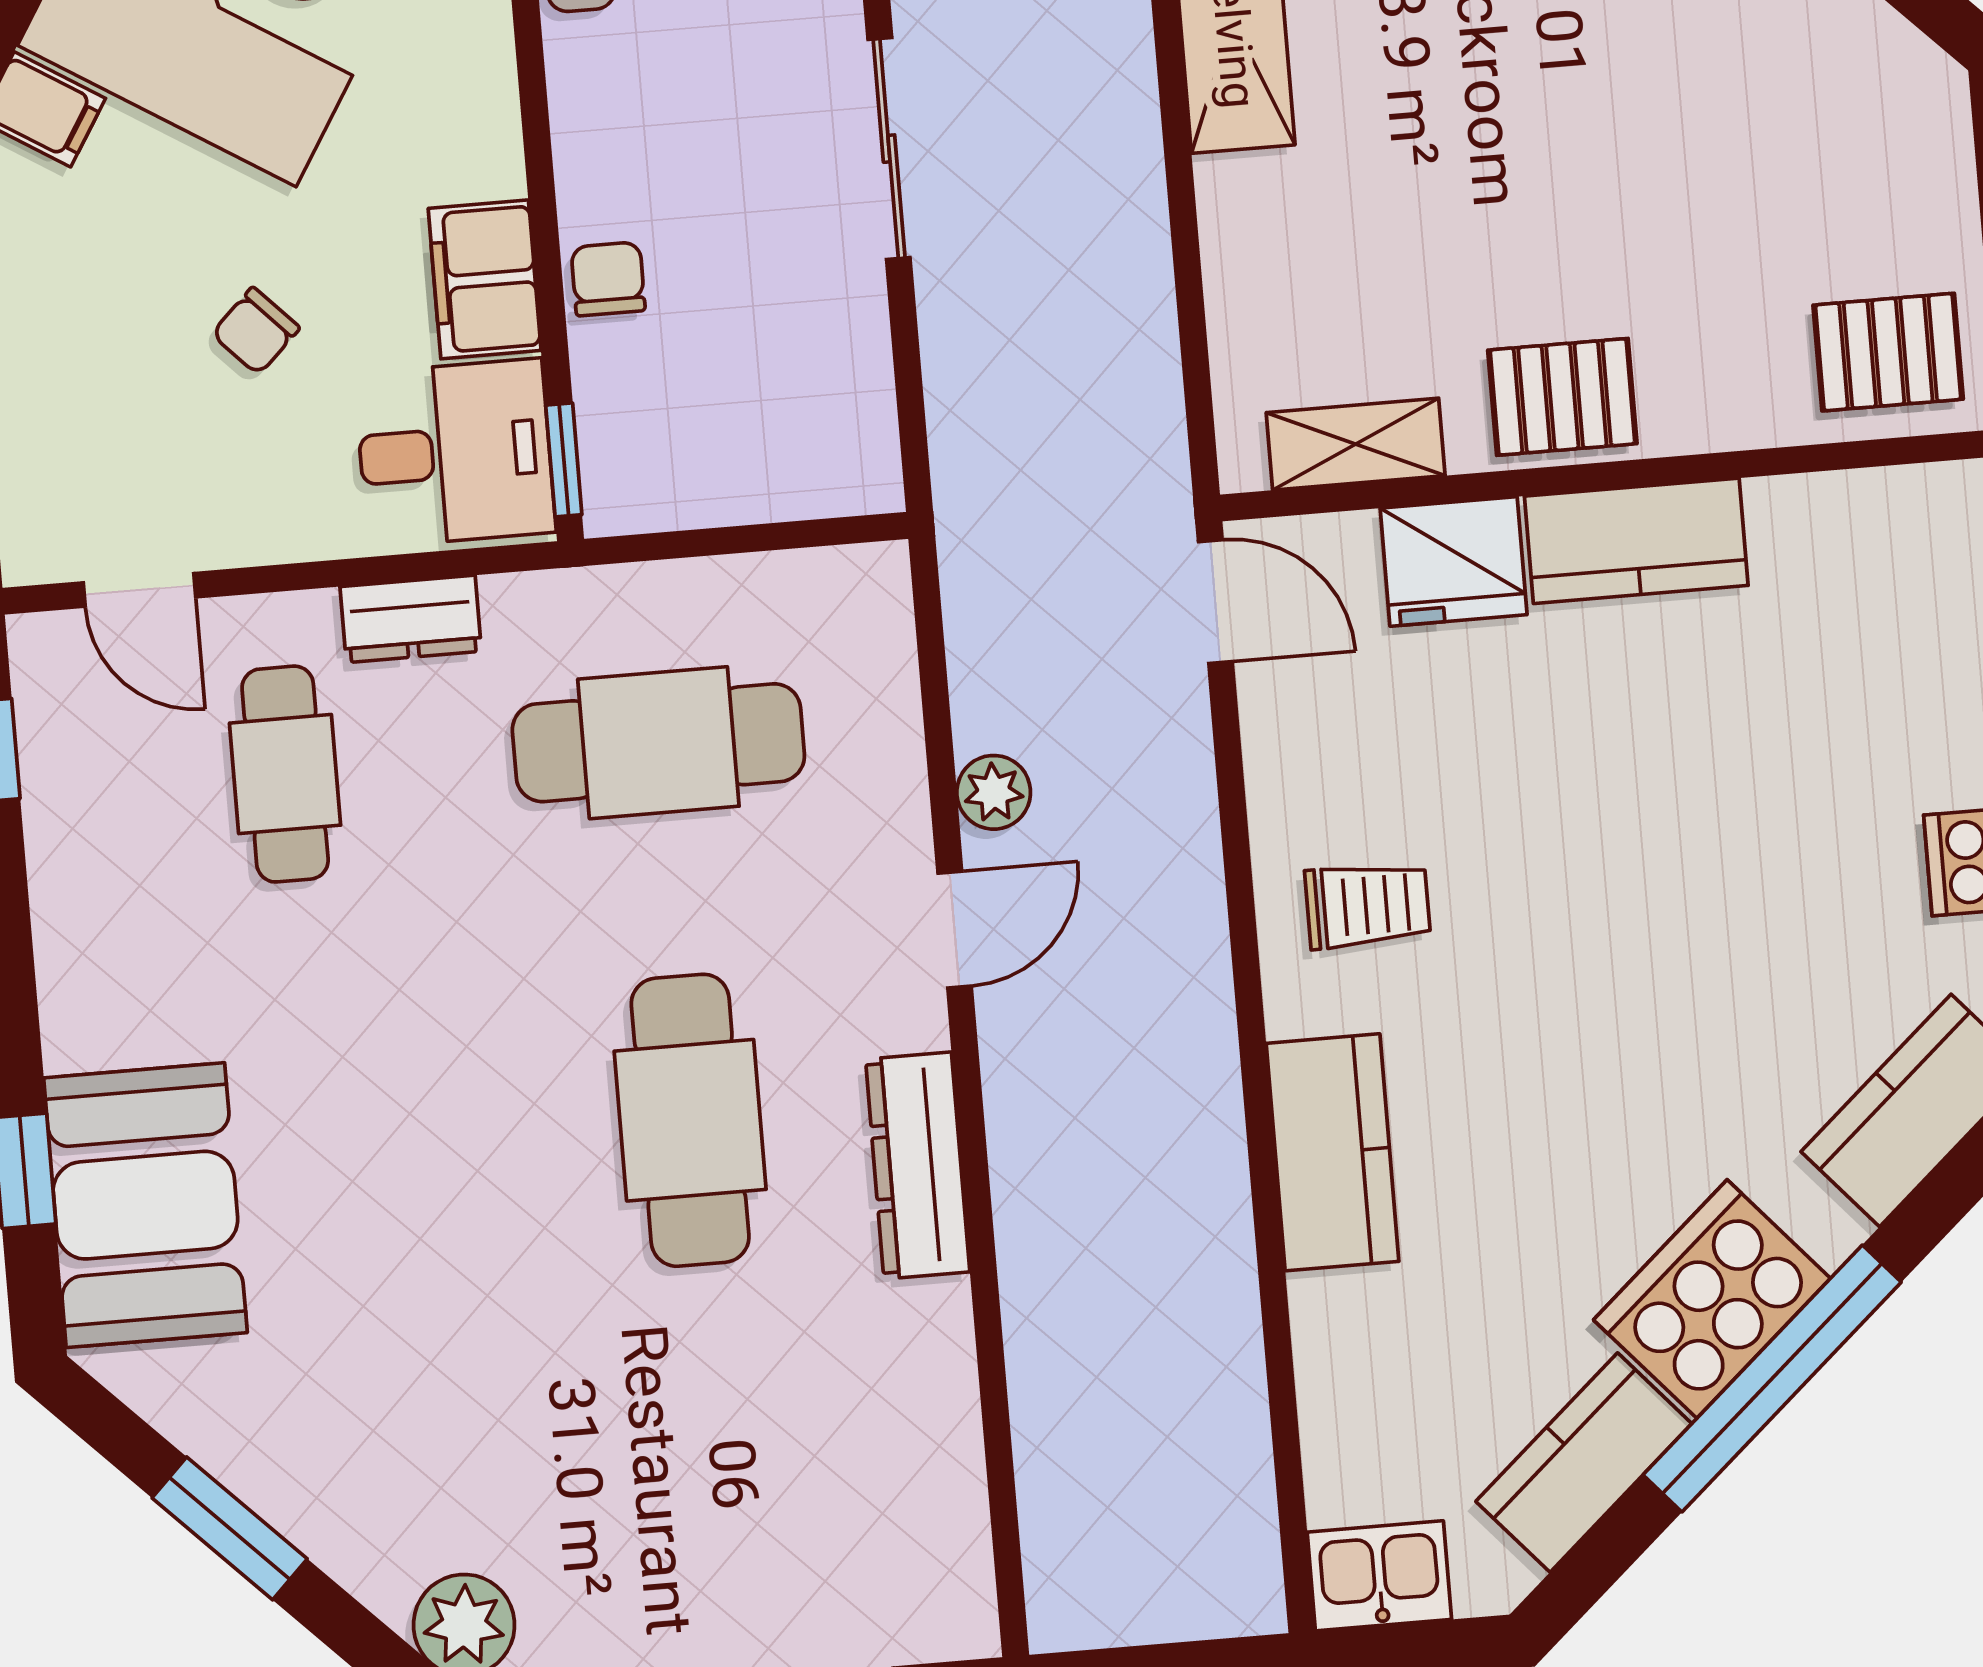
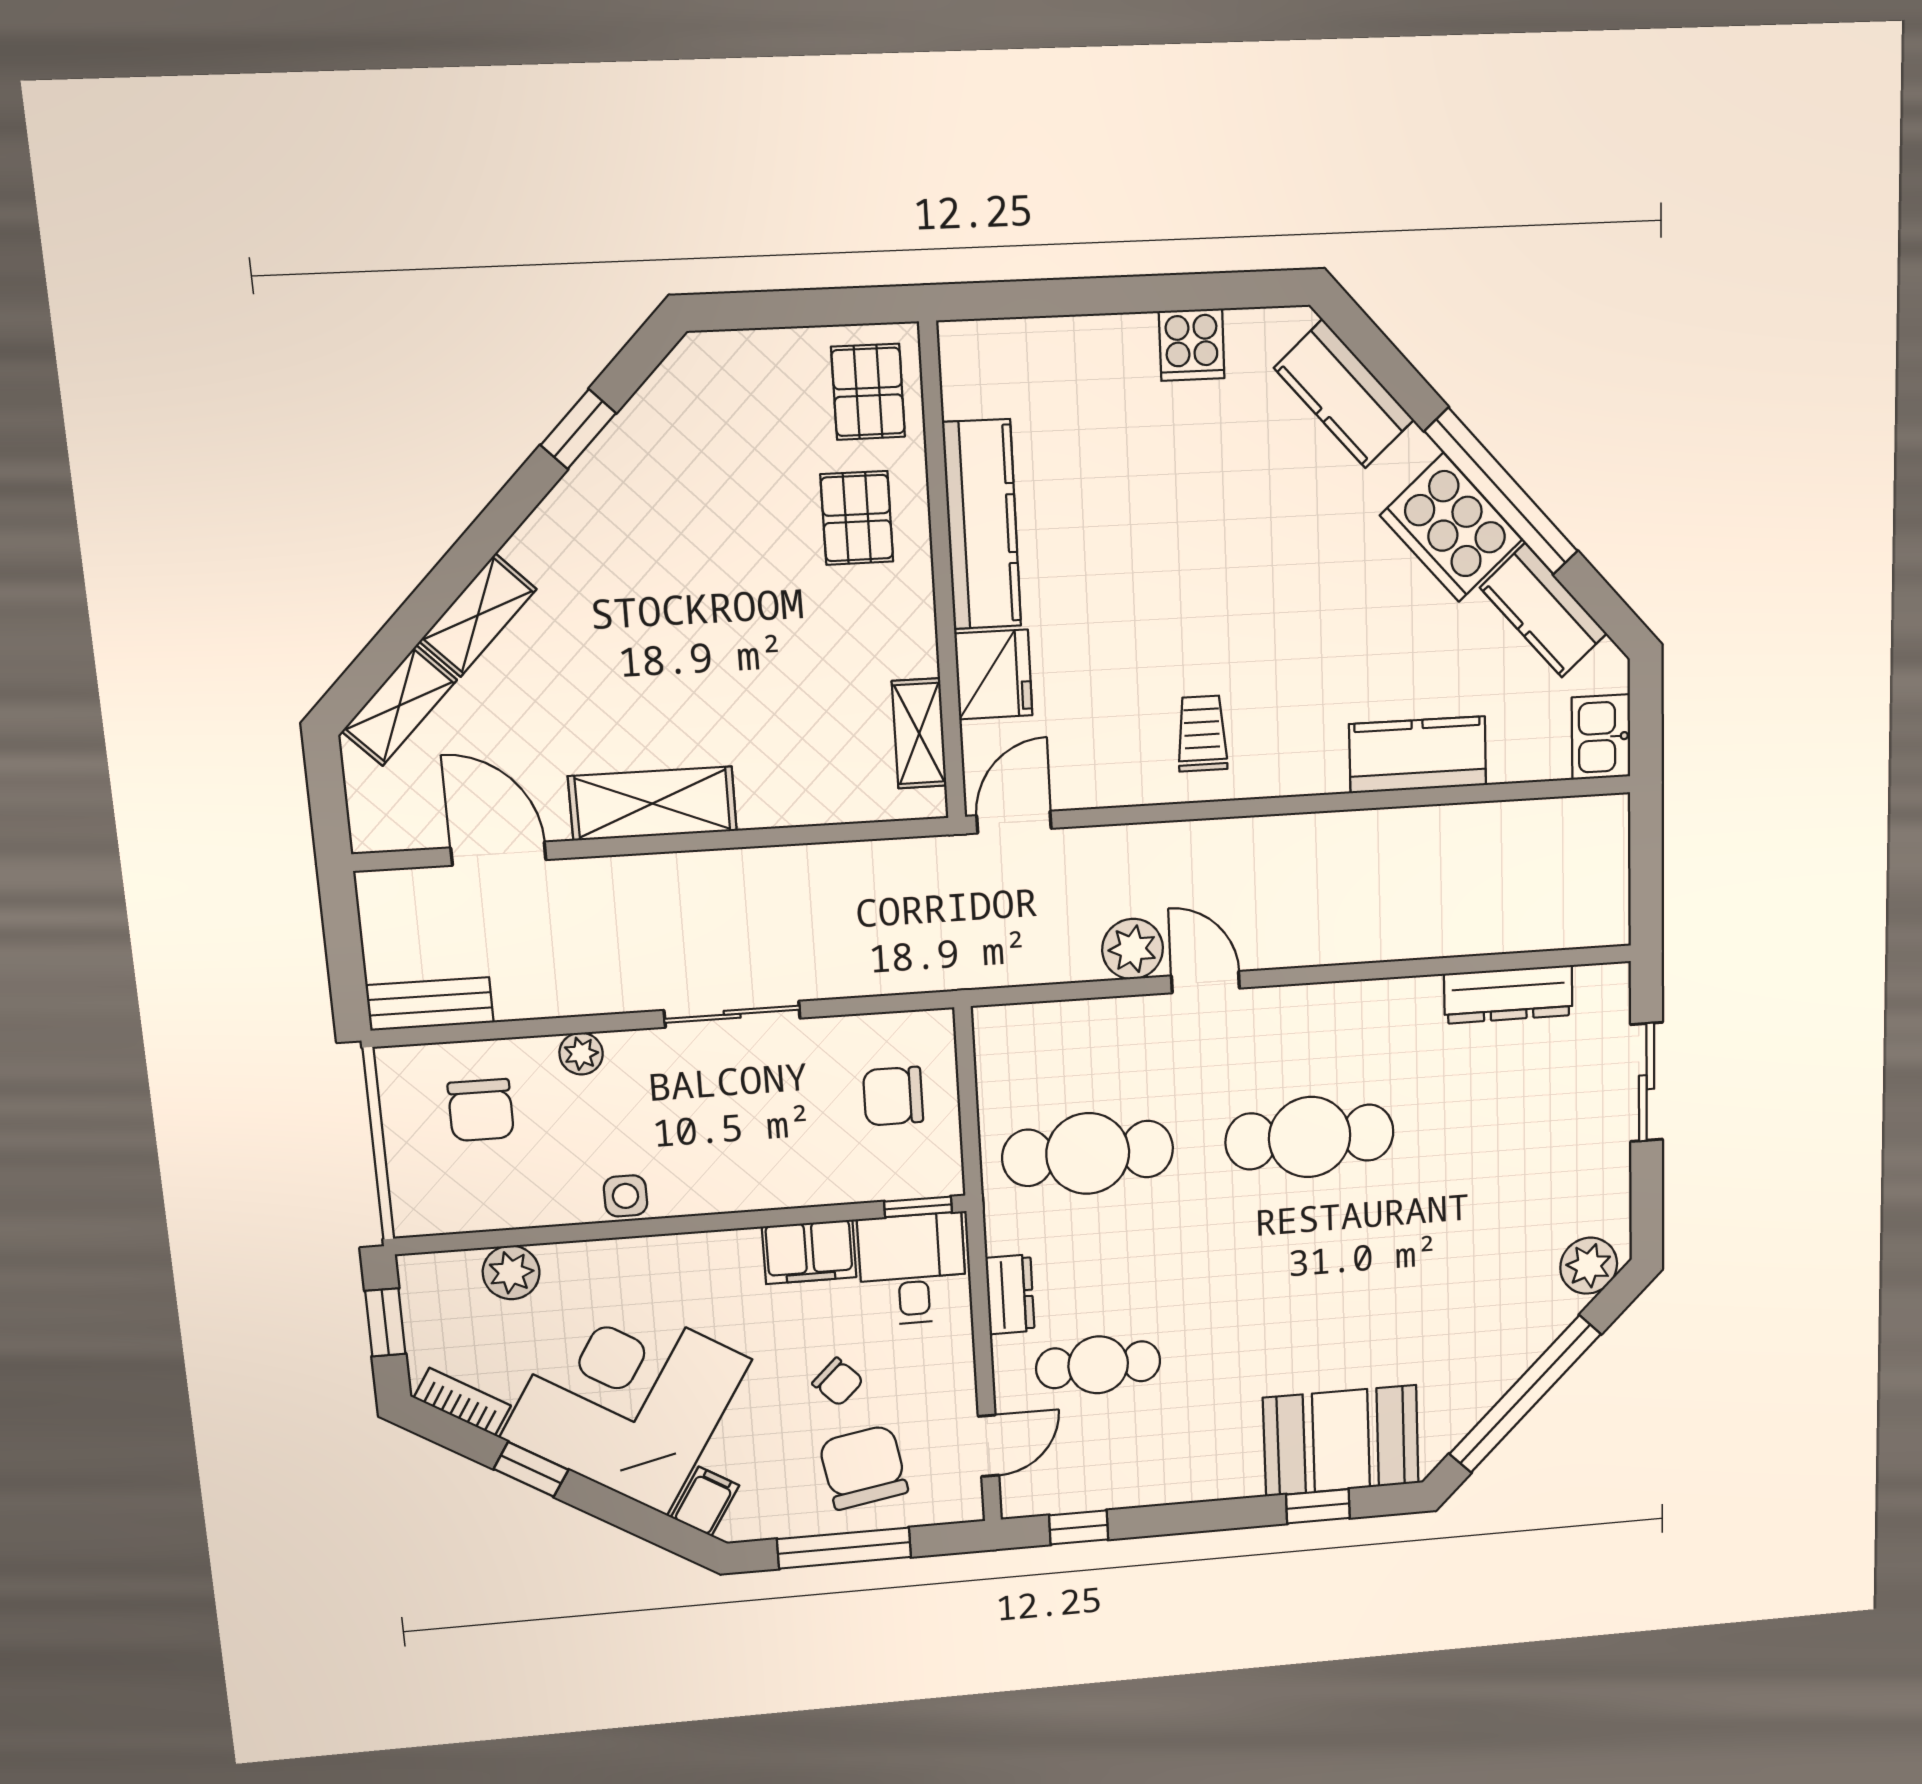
chair: (608, 279) -> (893, 1096), moved, width x1.37, depth x1.37
chair: (102, 377) -> (863, 1467), added
pallet: (1562, 397) -> (857, 518), moved
kitchen counter: (1636, 541) -> (982, 525), width x1.50
cafe table: (658, 743) -> (1088, 1153), turned 90
plant: (994, 792) -> (1133, 949), width x1.38, depth x1.38
kitchen counter: (1333, 1152) -> (1418, 755), moved
dresser: (918, 1166) -> (1508, 994), moved
window: (230, 1528) -> (1525, 1394), width x2.11

